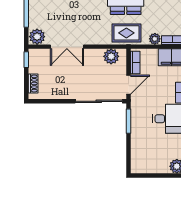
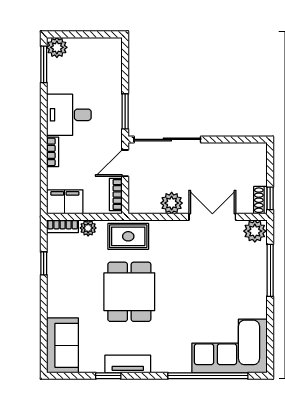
plant: (111, 56) -> (172, 203), moved
shoe rack: (33, 83) -> (260, 200), moved

